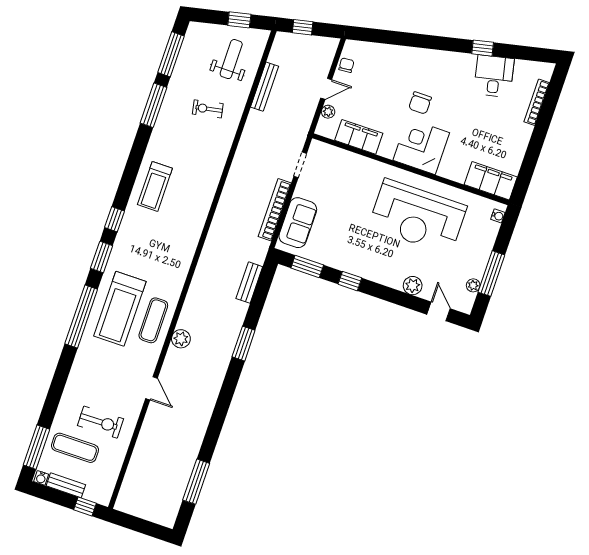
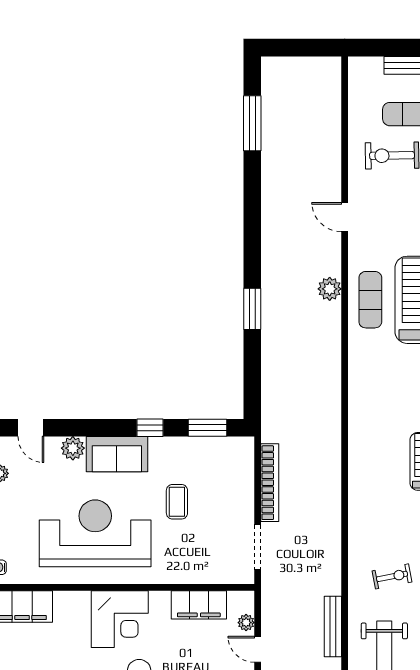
door: (326, 89) -> (258, 649), hinge flipped
doorway: (300, 165) -> (258, 547), width x1.38
coffee table: (349, 219) -> (177, 502), added
sofa: (298, 223) -> (117, 454), moved, turned -90
bench: (249, 283) -> (270, 385), removed
window: (85, 506) -> (376, 48), removed

